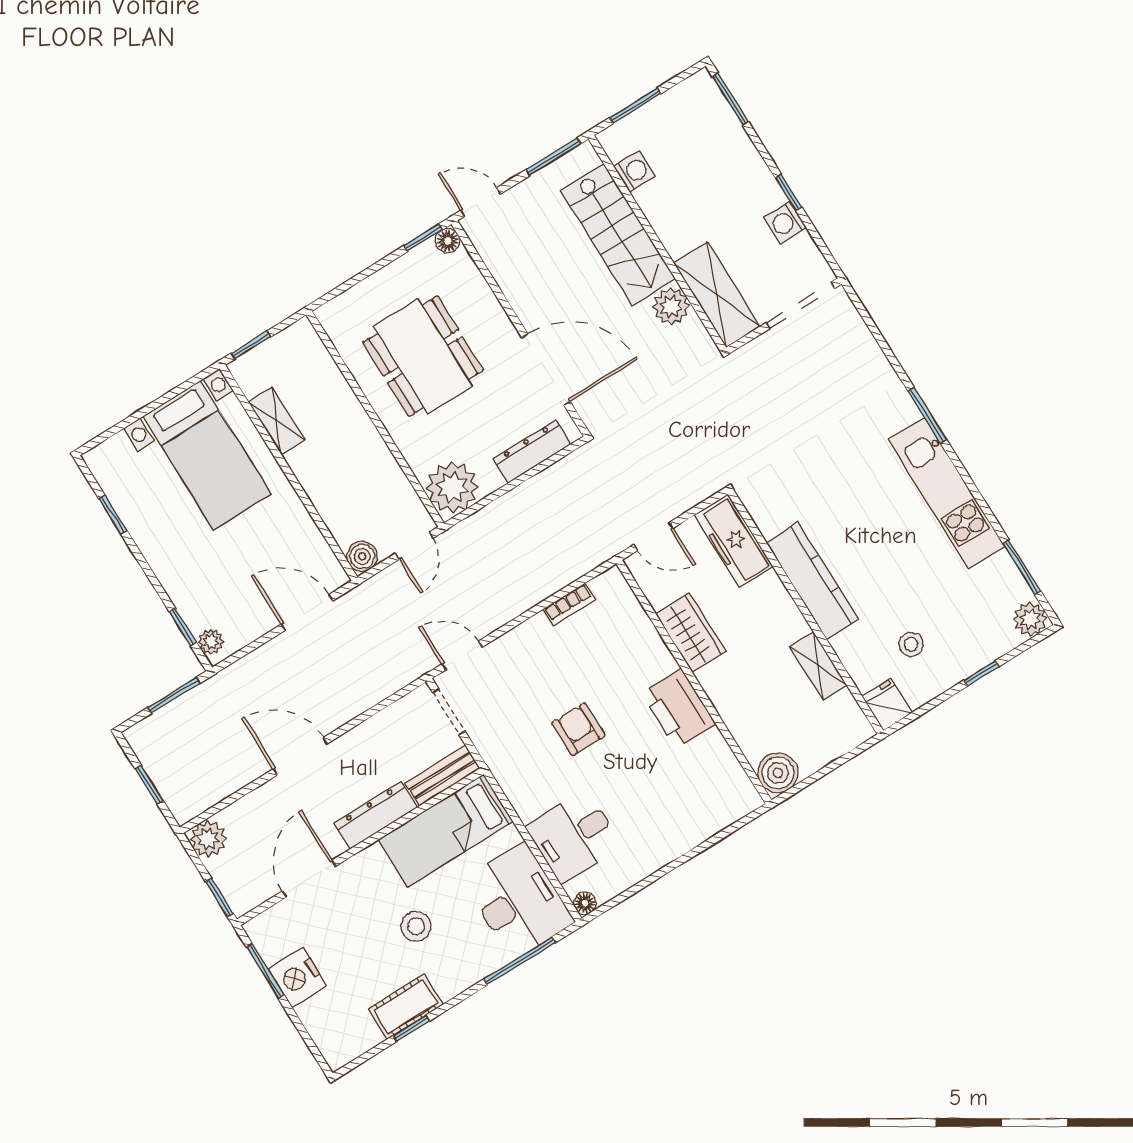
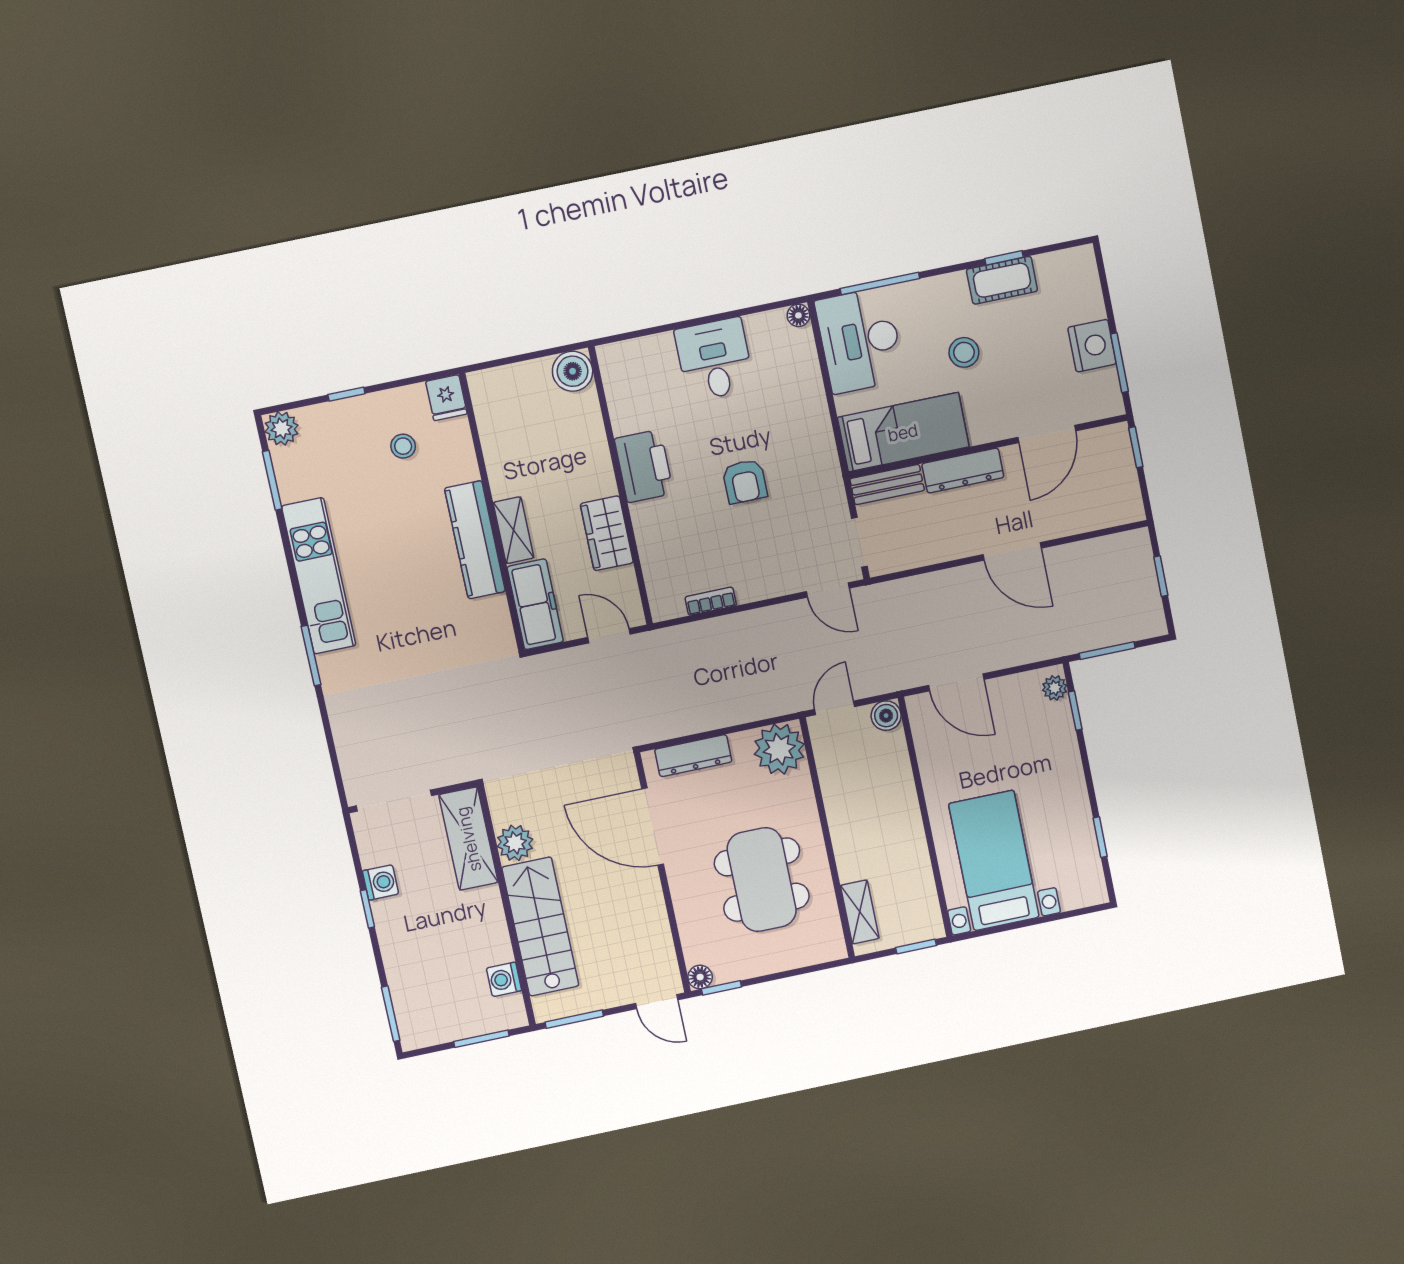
shelving: (276, 421) -> (860, 912), moved
shelving: (818, 666) -> (514, 530), moved
desk: (574, 836) -> (714, 359), moved, turned -90
plant: (208, 839) -> (1126, 506), removed

